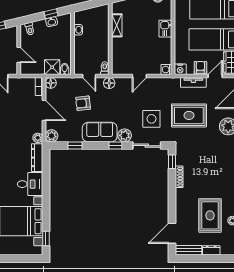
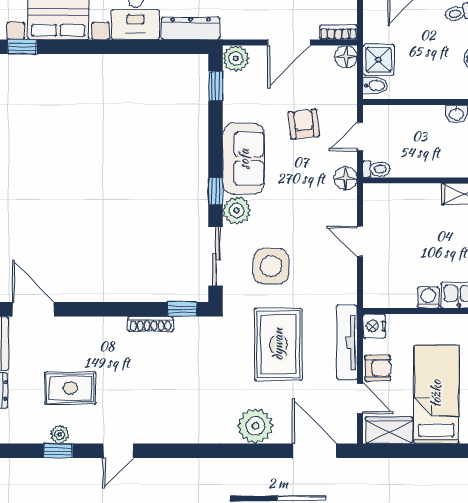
washing machine: (166, 70) -> (428, 297), moved
tv unit: (193, 82) -> (347, 342), width x1.41
plant: (38, 138) -> (232, 30), removed
window: (75, 146) -> (216, 86), moved
rug: (210, 215) -> (70, 388), width x0.73, depth x0.70

